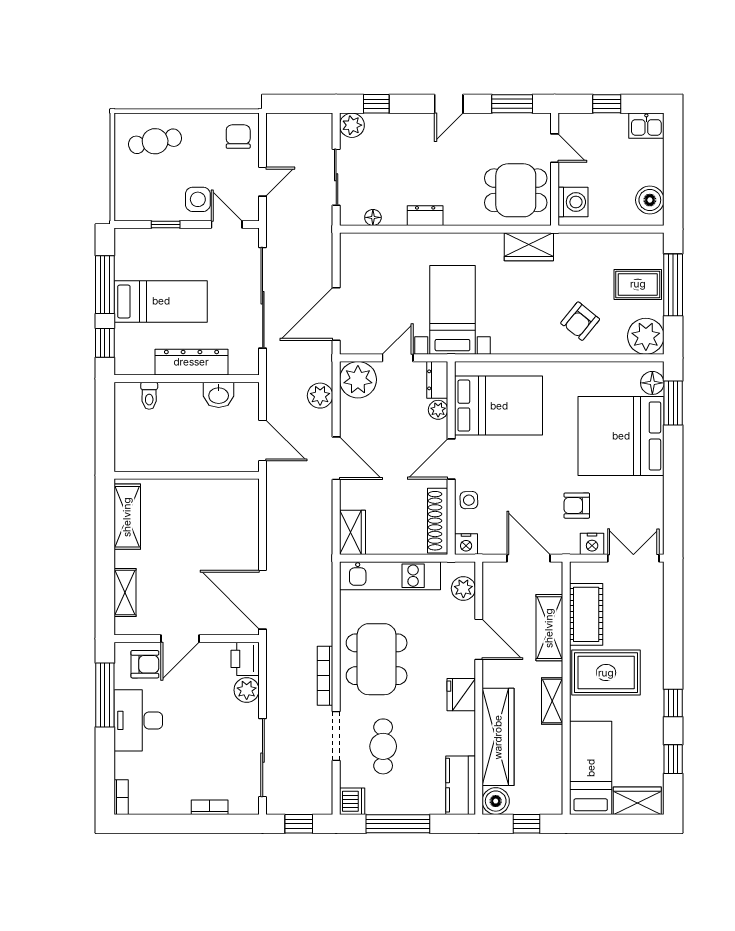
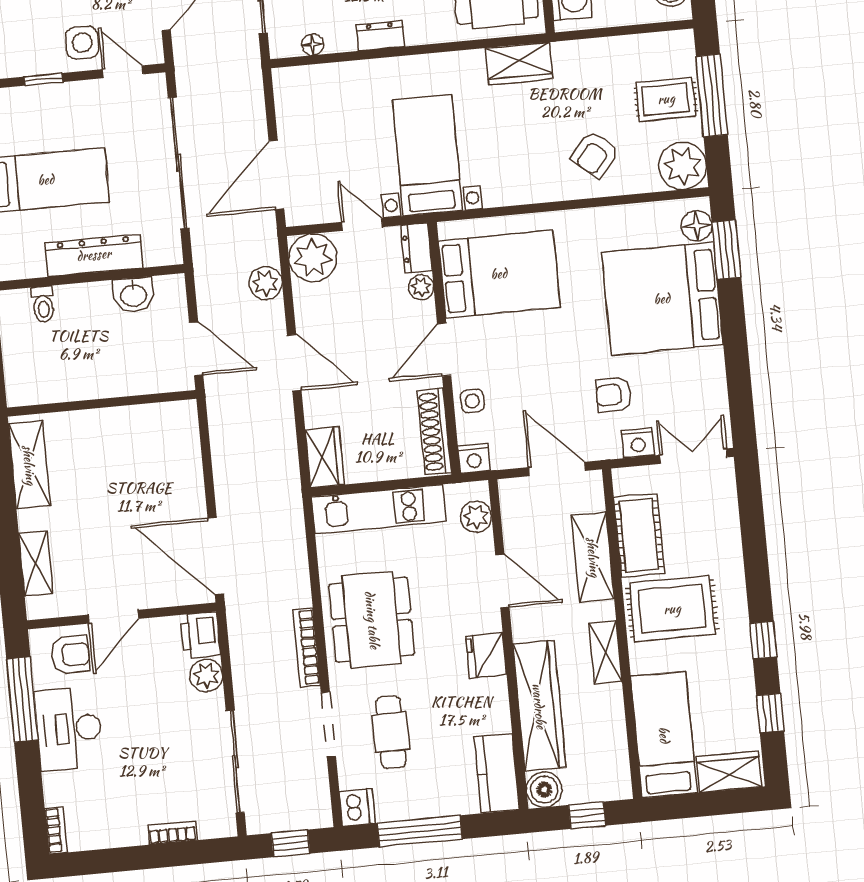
door: (398, 358) -> (362, 224), hinge flipped

